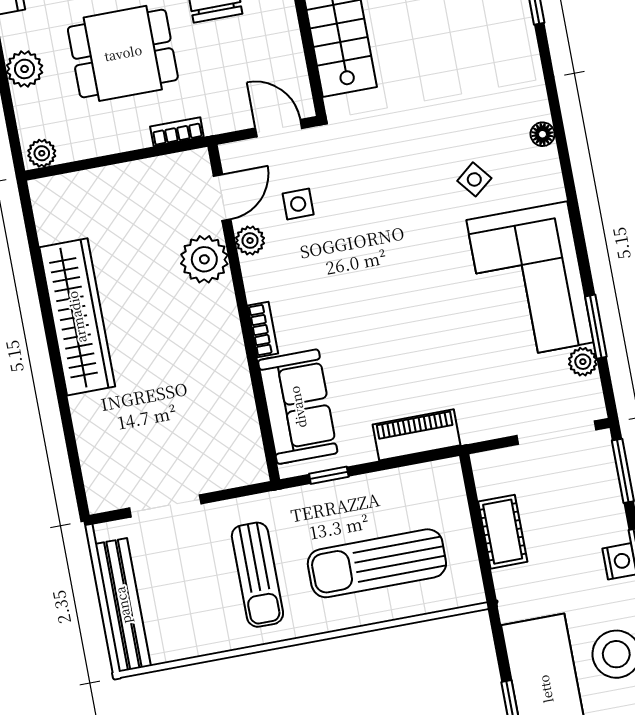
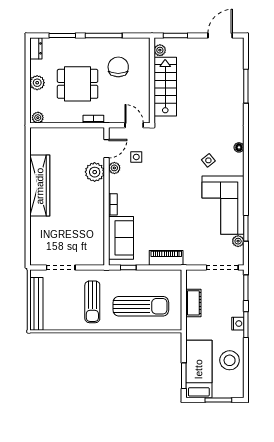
sun lounger: (377, 563) -> (141, 306), turned 180

